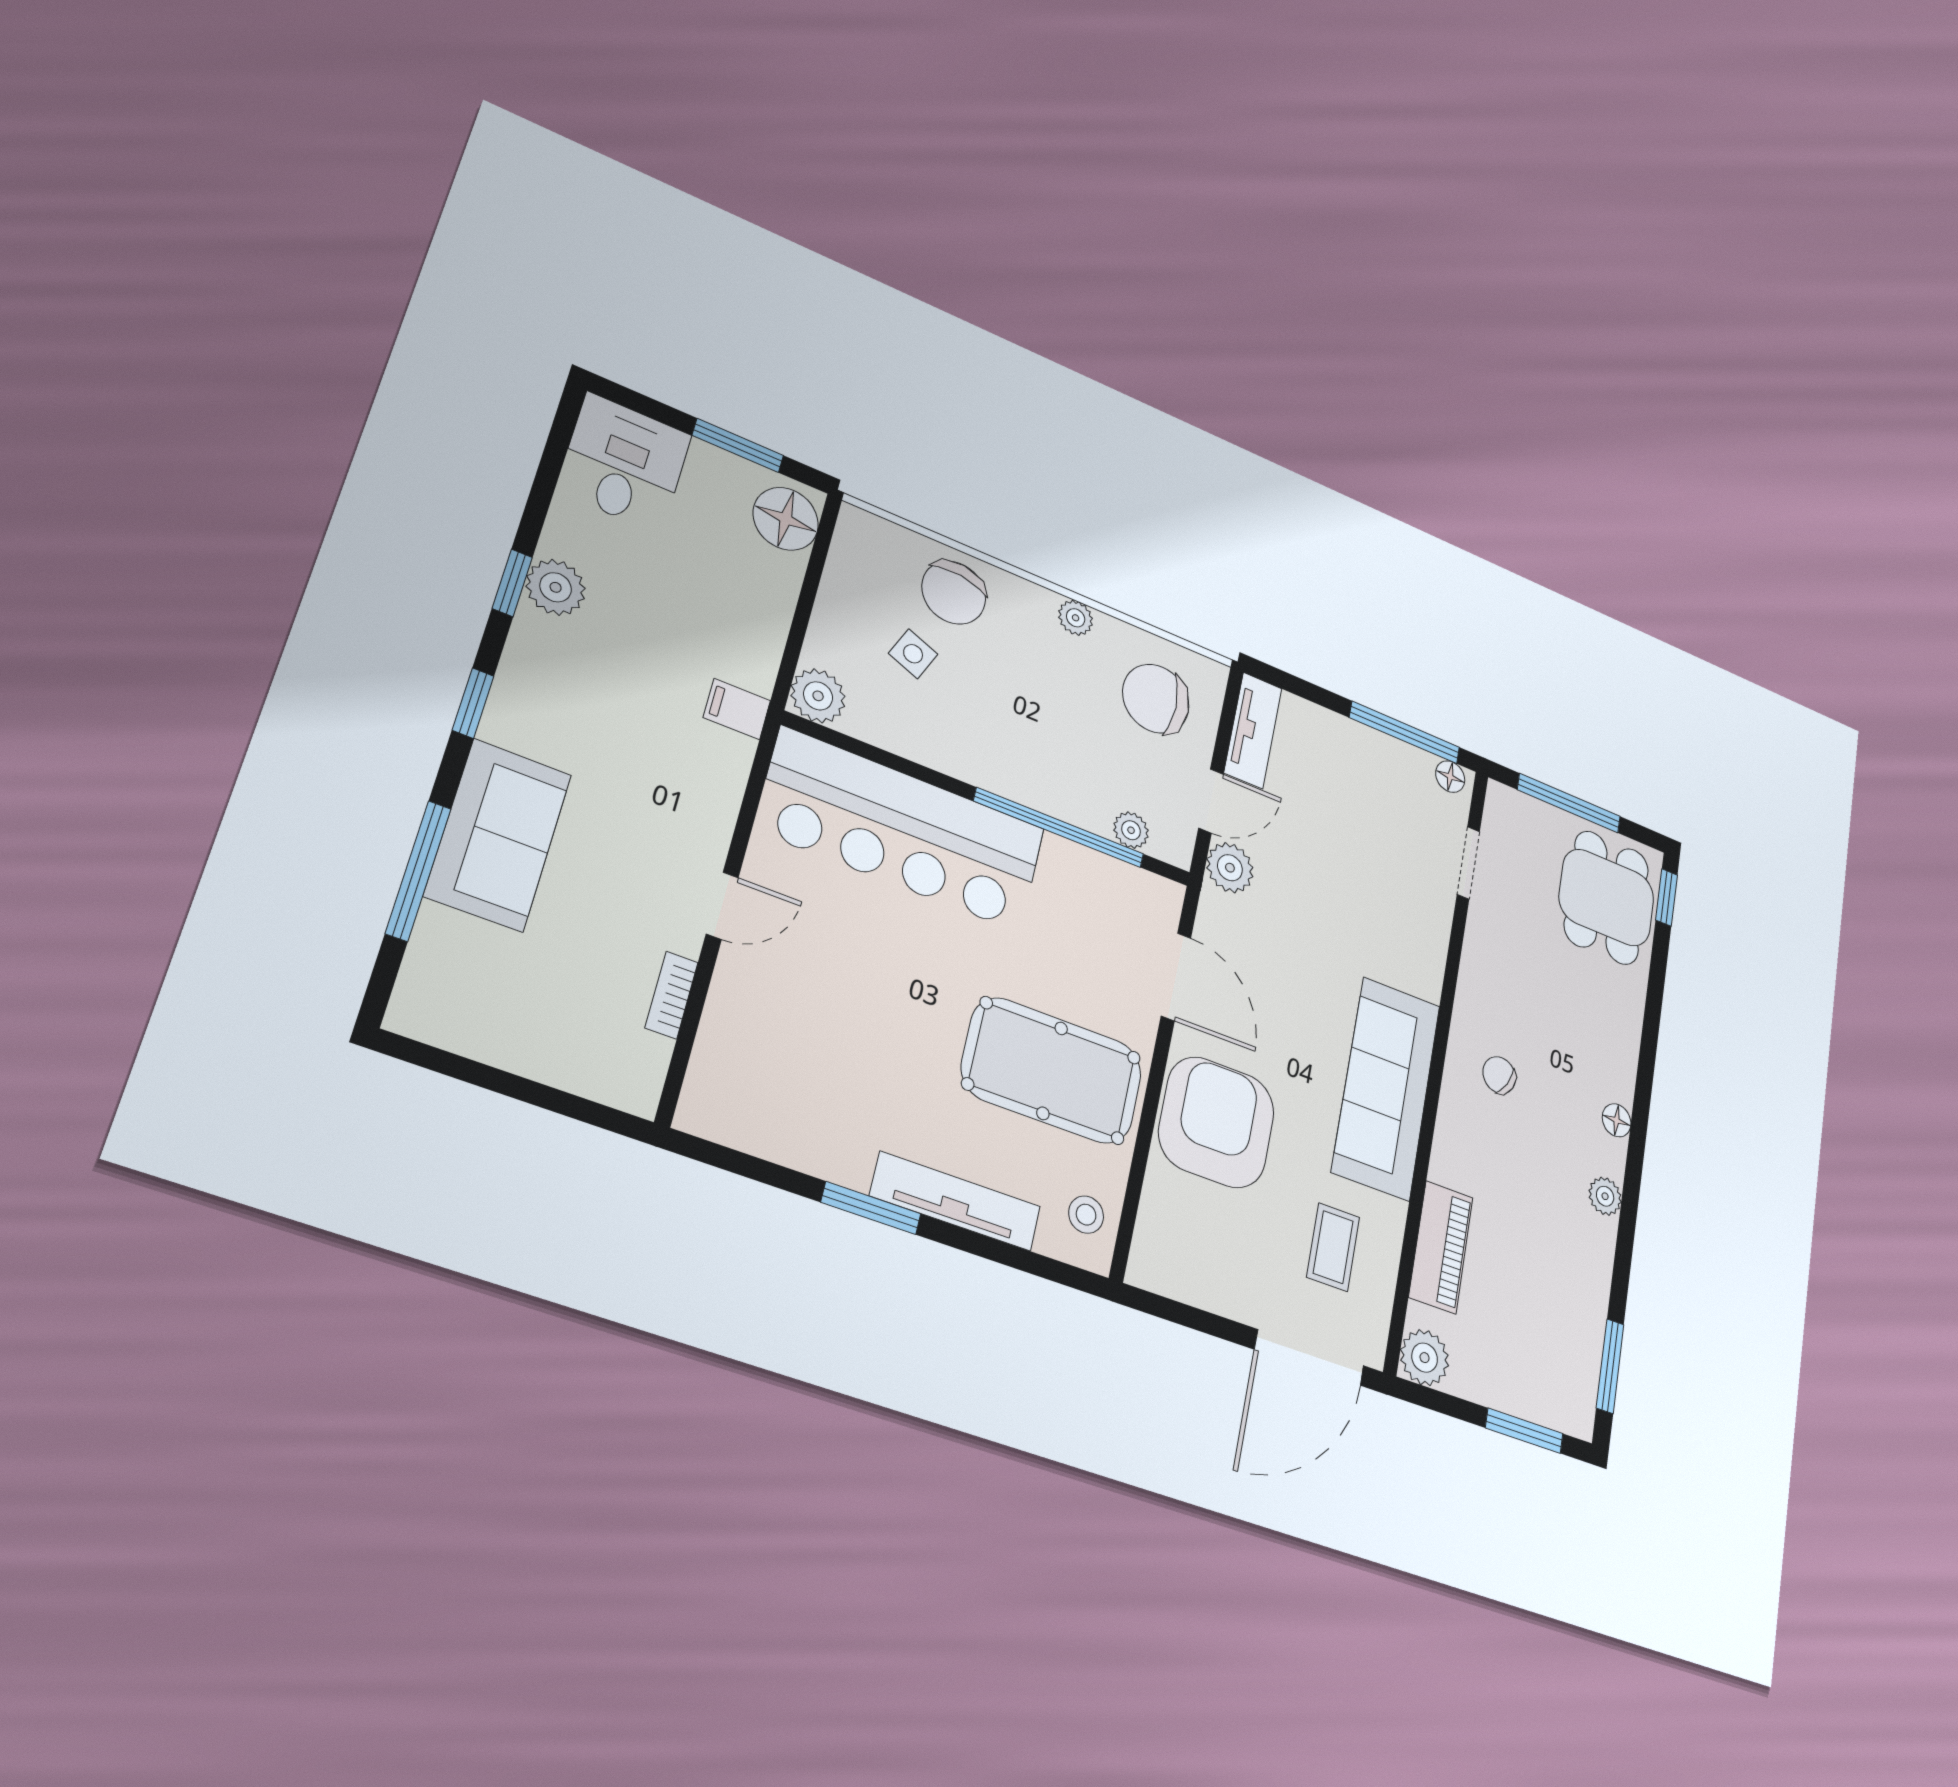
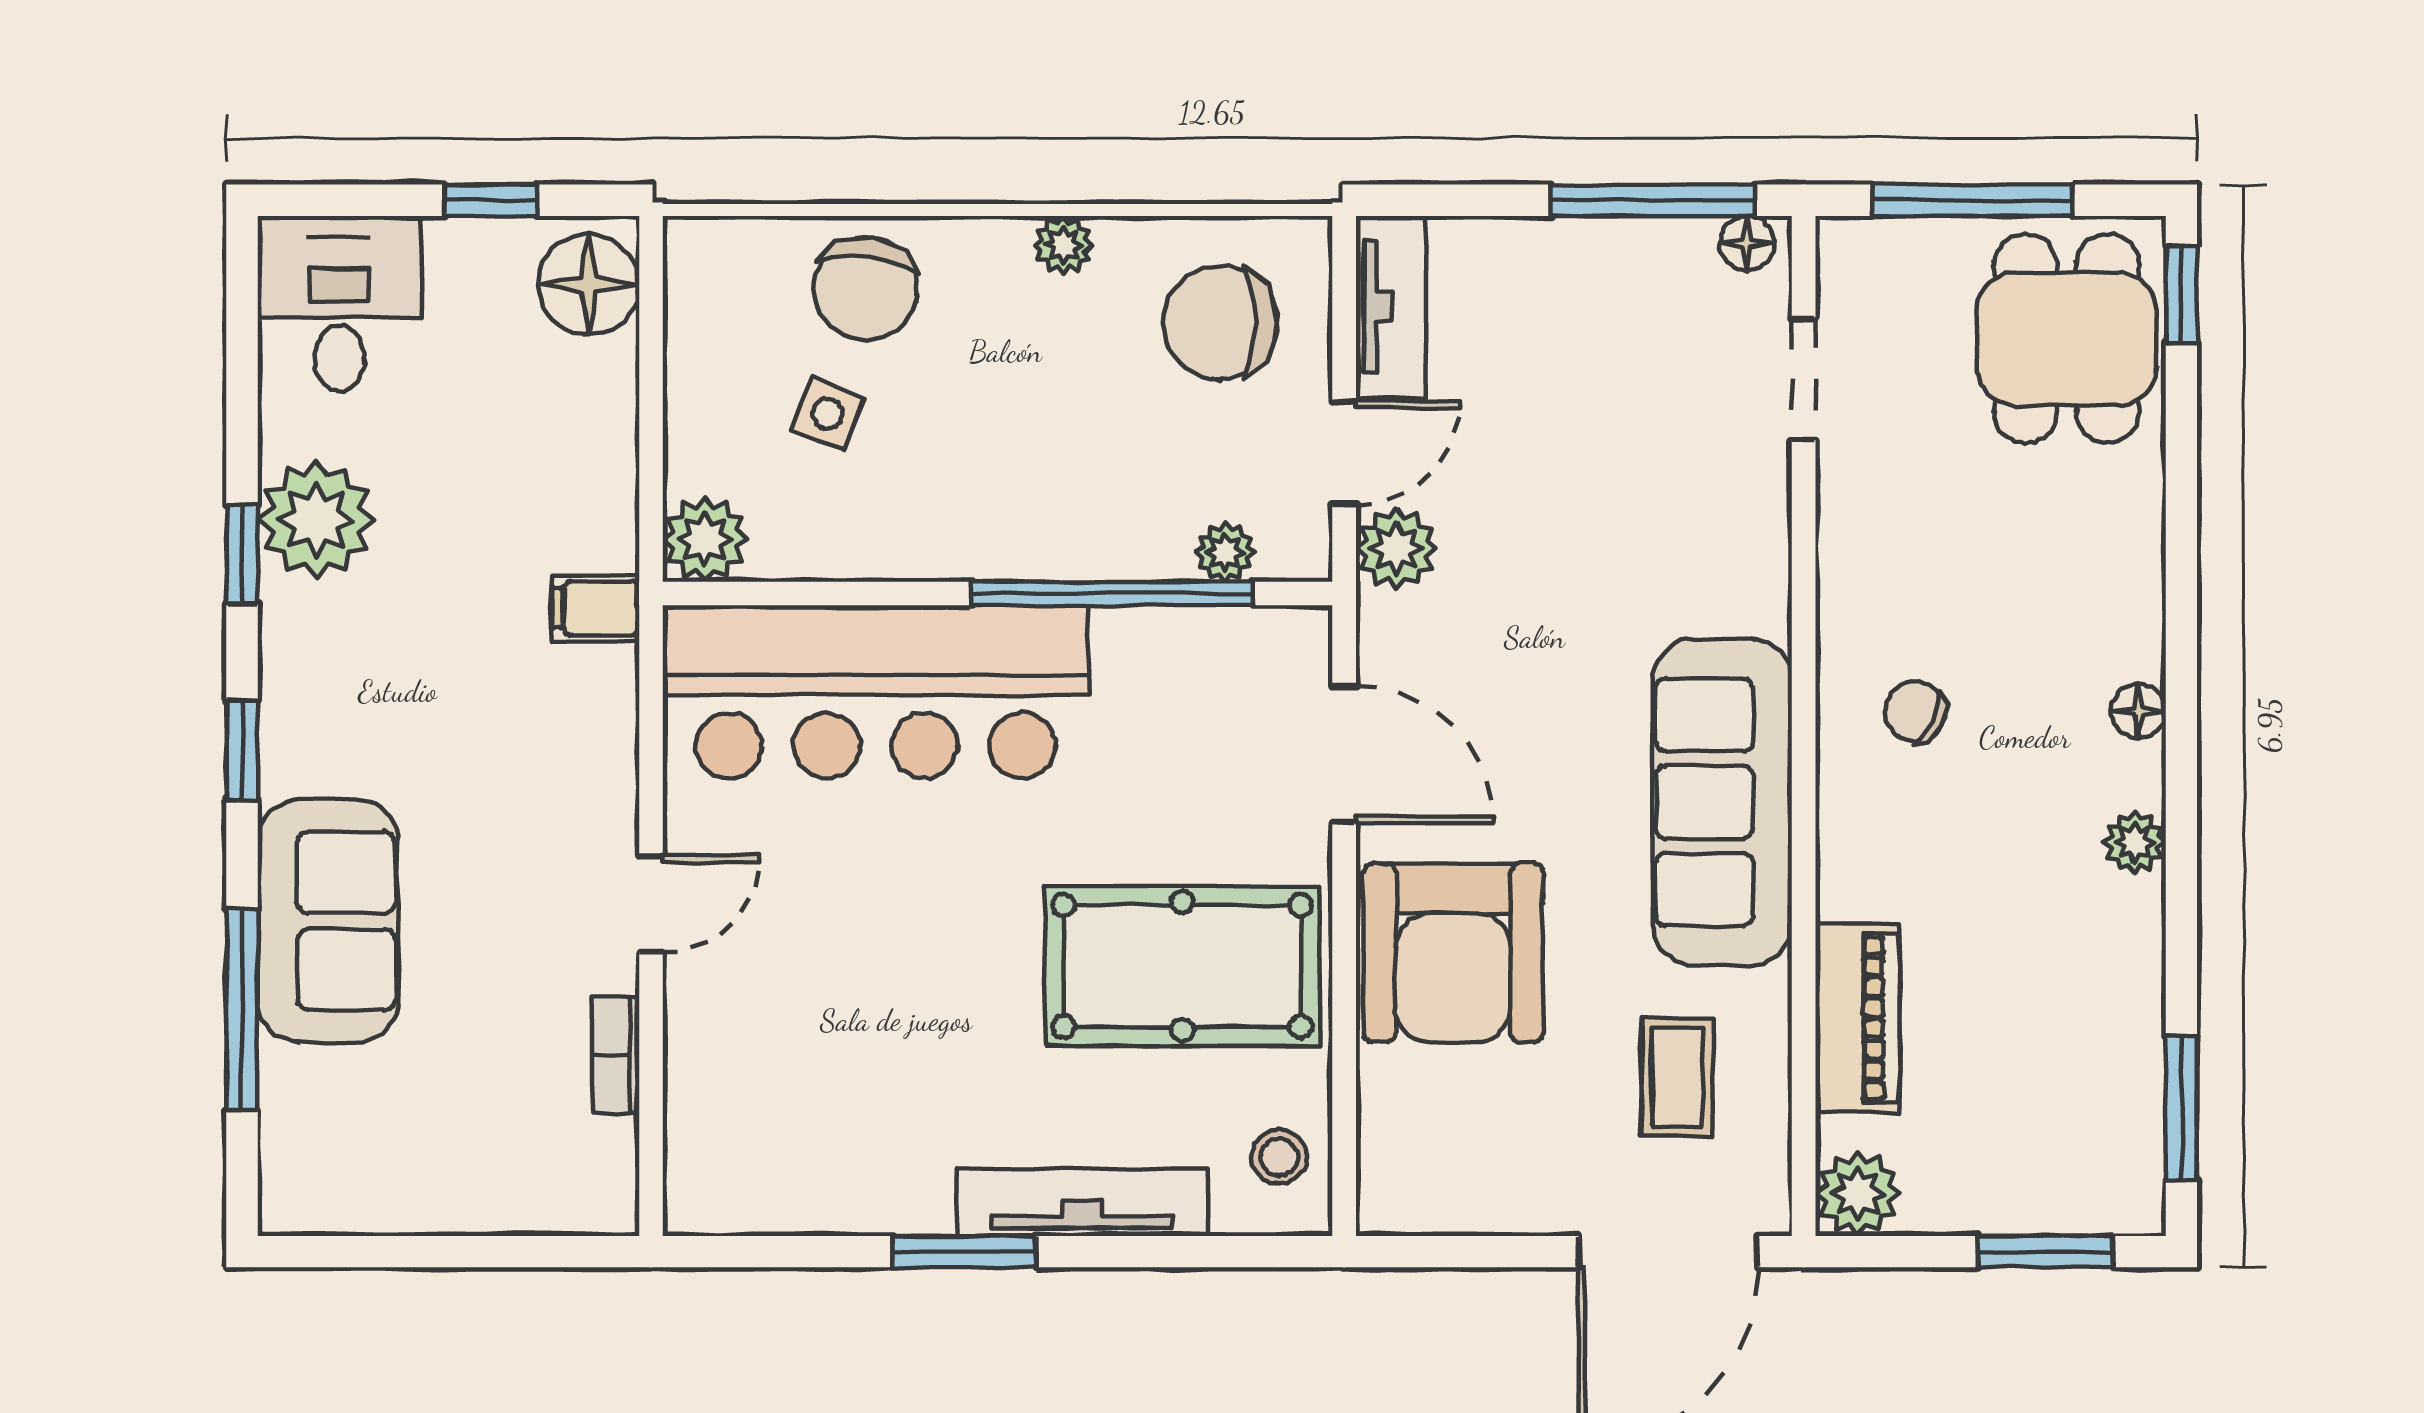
window: (738, 445) -> (490, 200), width x0.67
plant: (556, 587) -> (316, 520), width x1.36, depth x1.36
armchair: (1216, 1122) -> (1453, 953), turned 180

